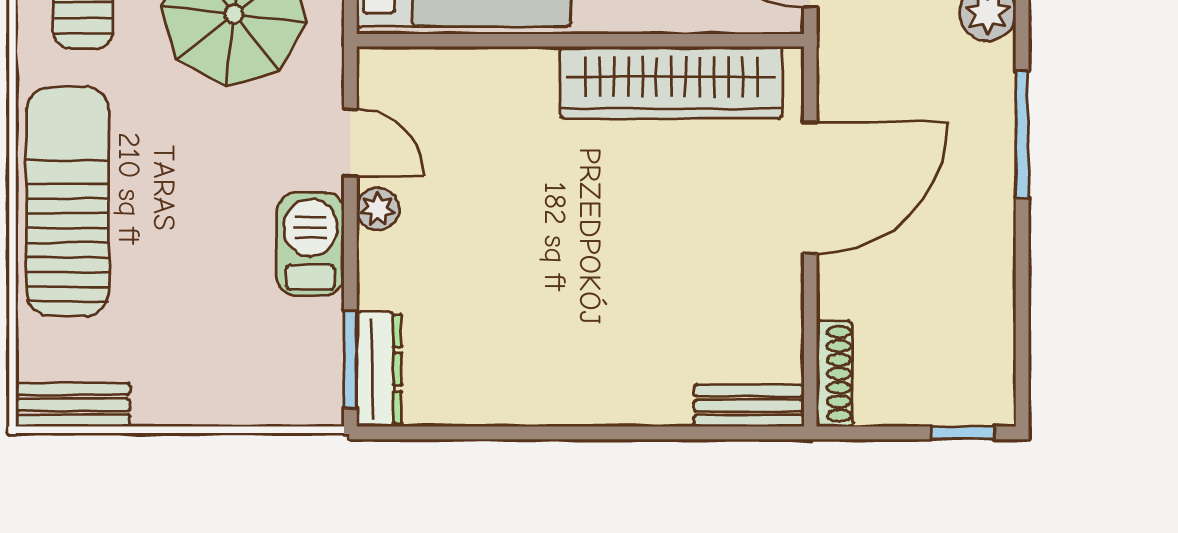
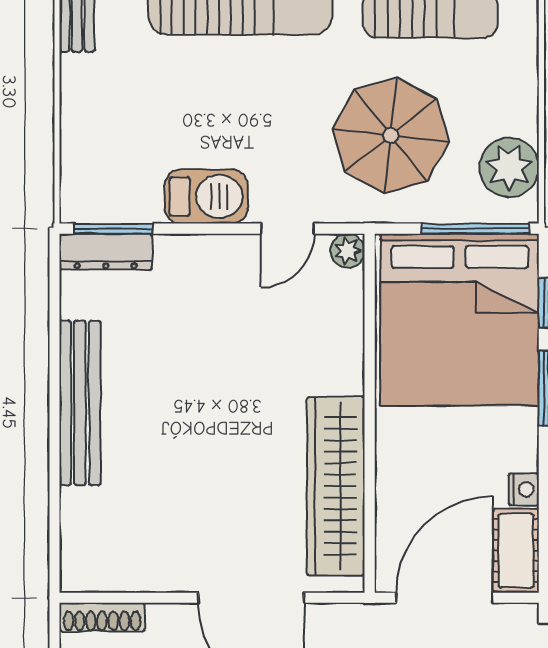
plant: (378, 209) -> (348, 251), moved
bench: (749, 406) -> (80, 403), moved, width x1.86, depth x1.21

